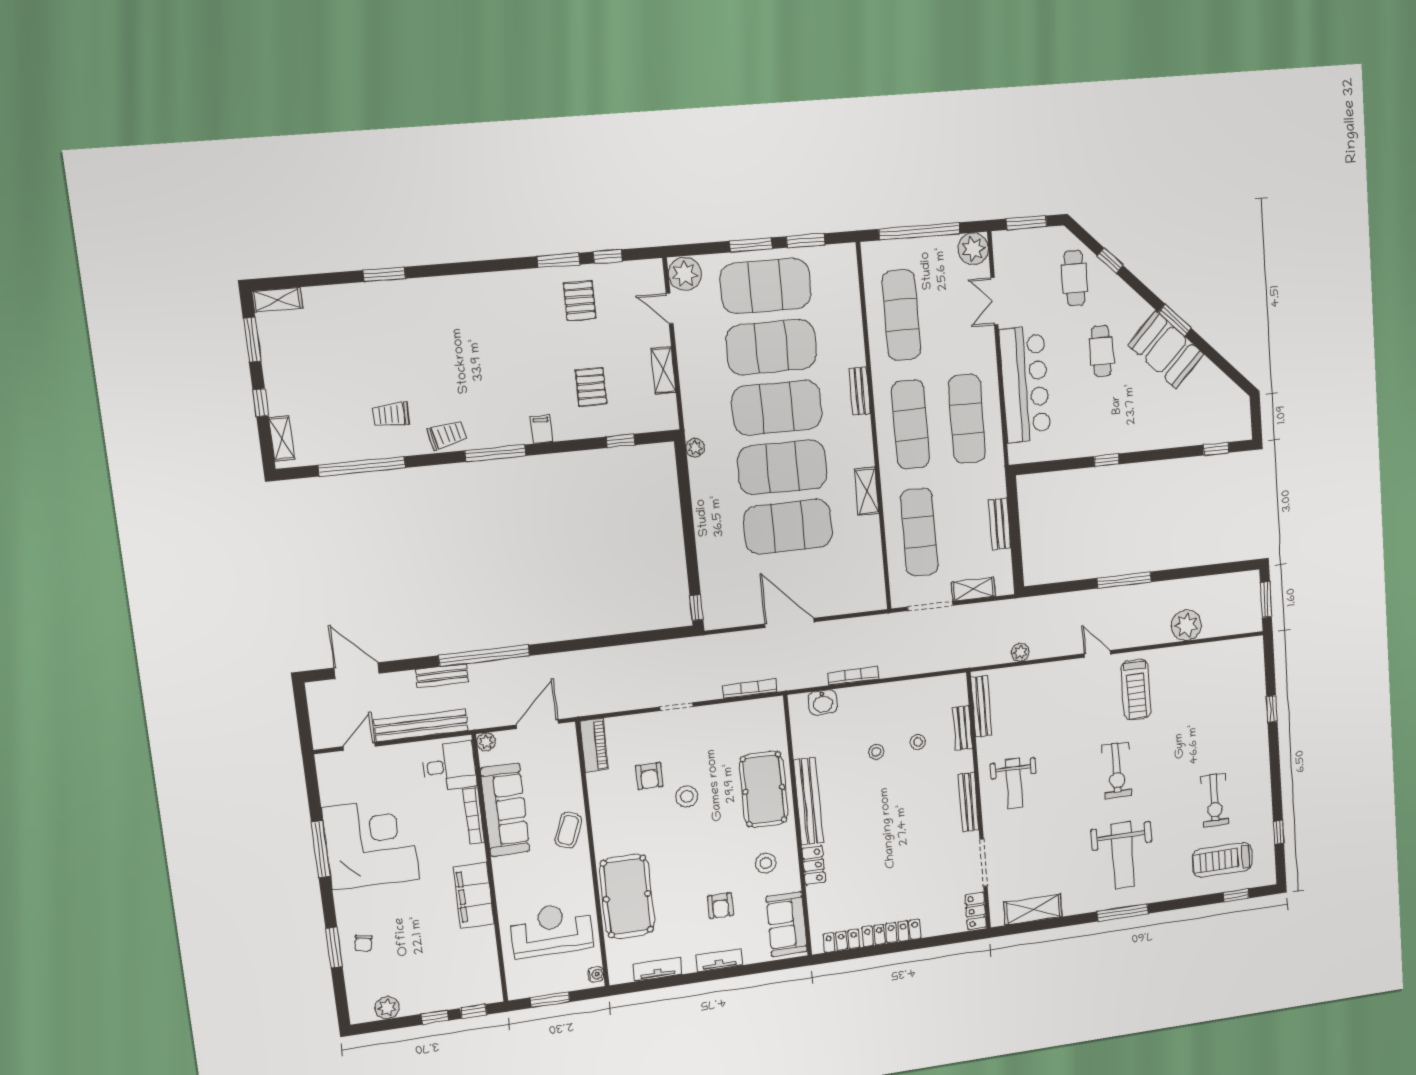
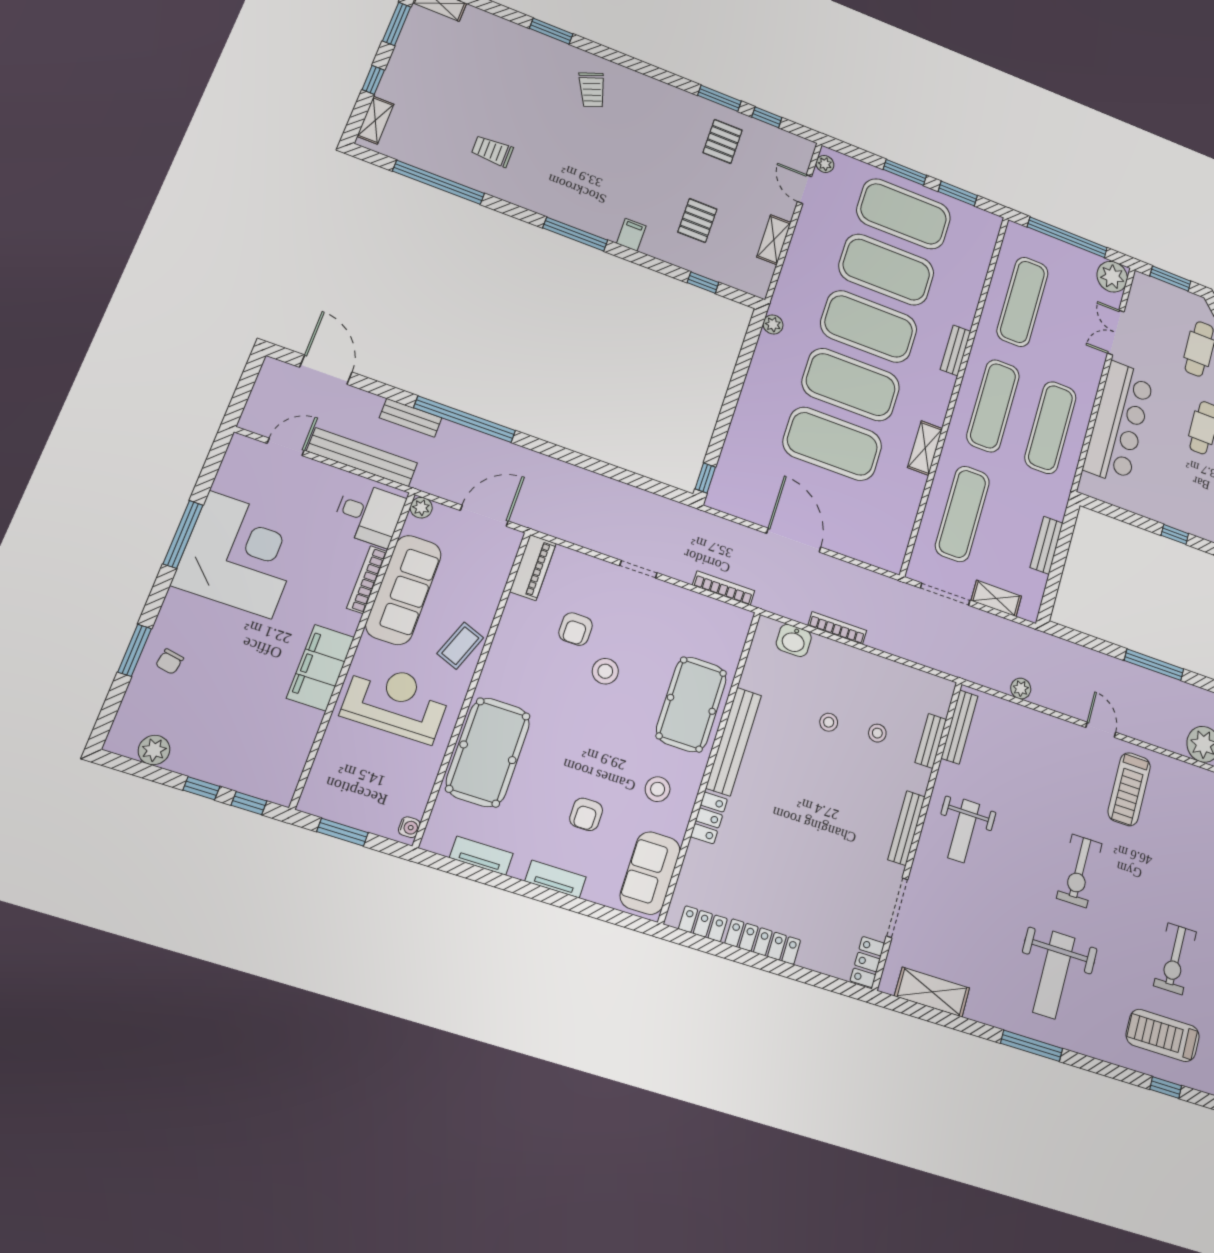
plant: (685, 274) -> (825, 164), width x0.53, depth x0.53
trolley: (447, 435) -> (592, 90), moved, turned 80
reception desk: (551, 930) -> (396, 702), moved

